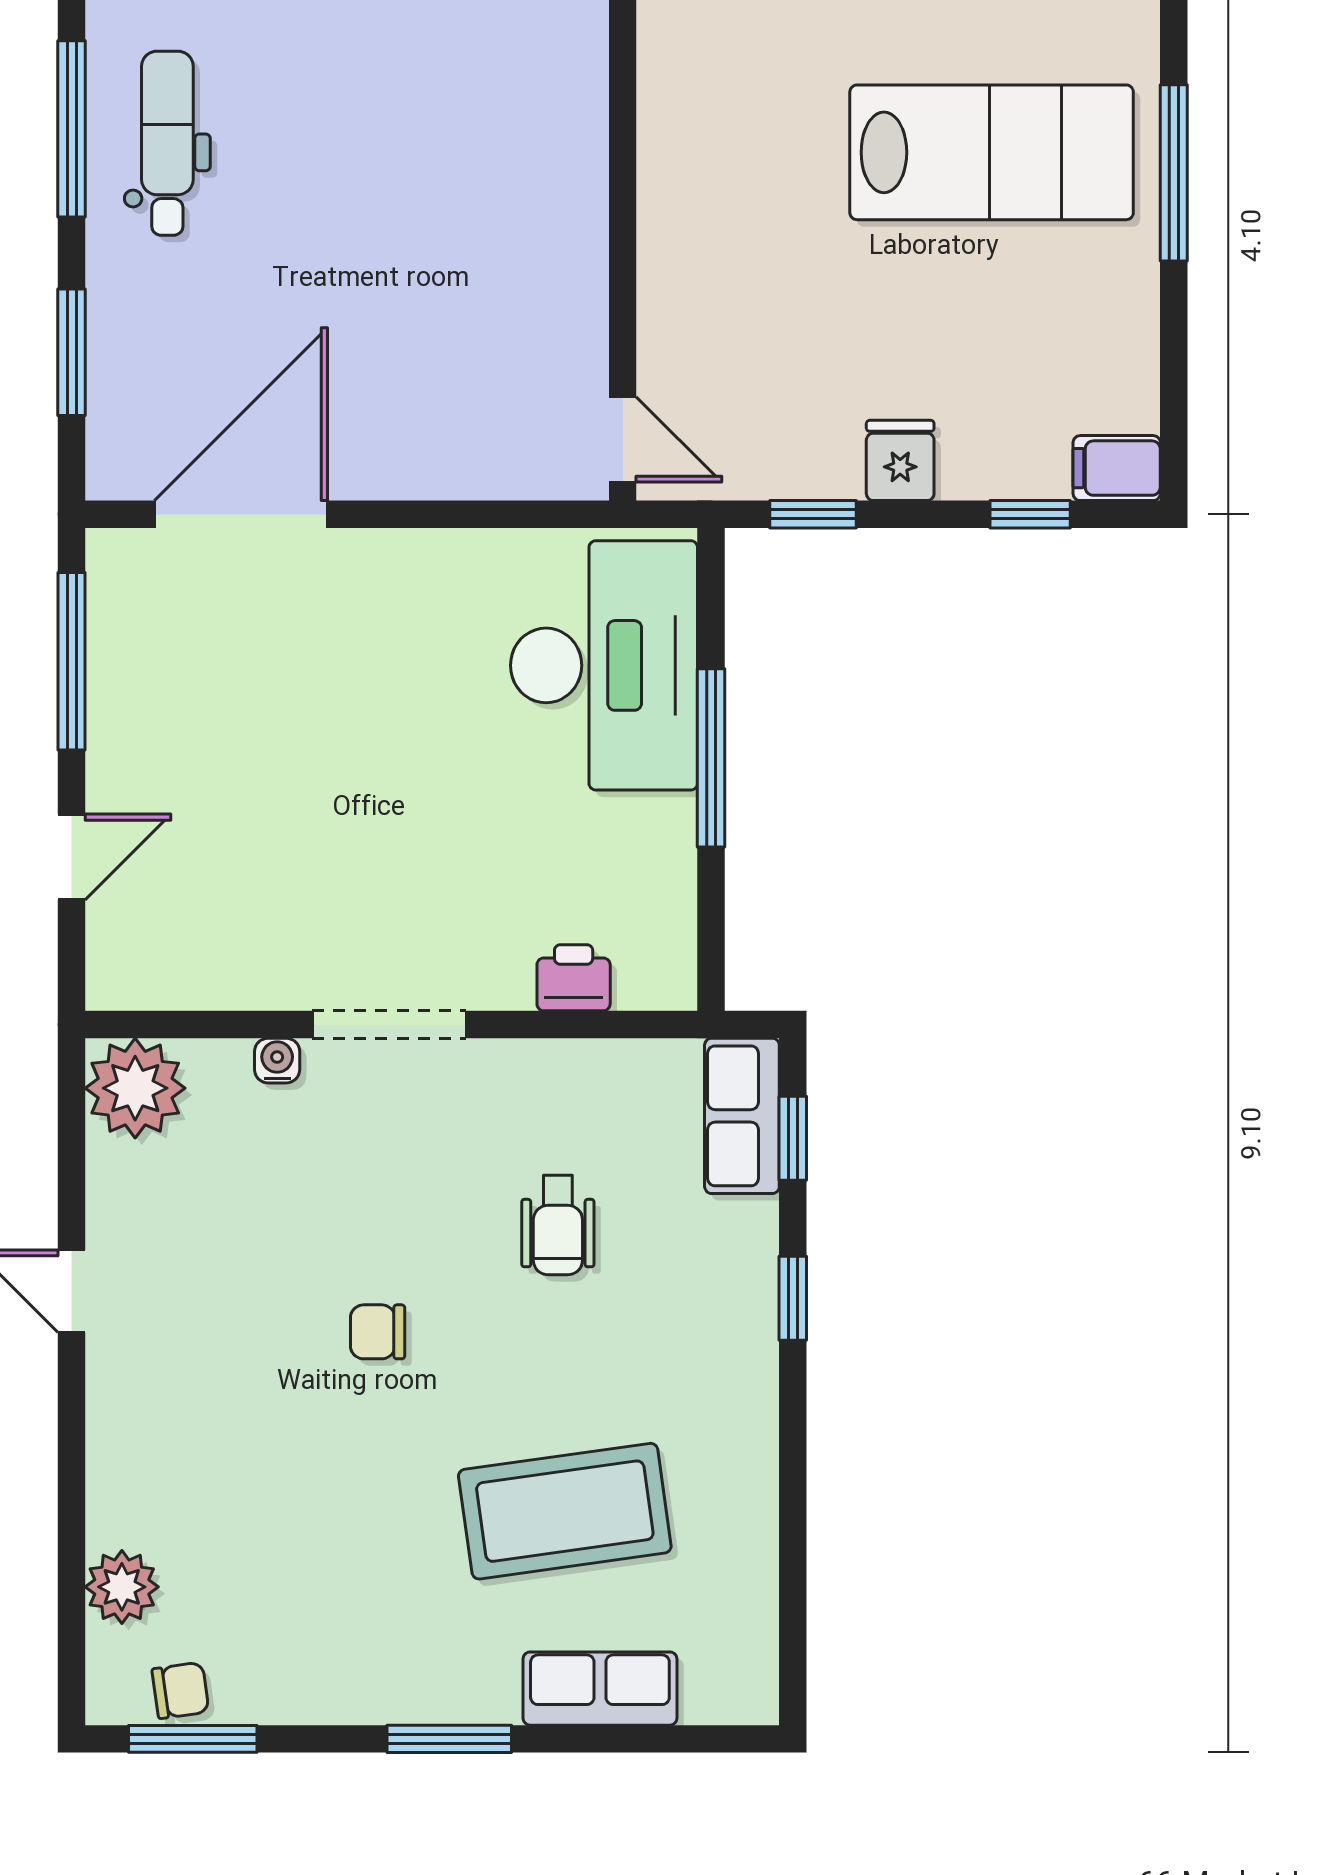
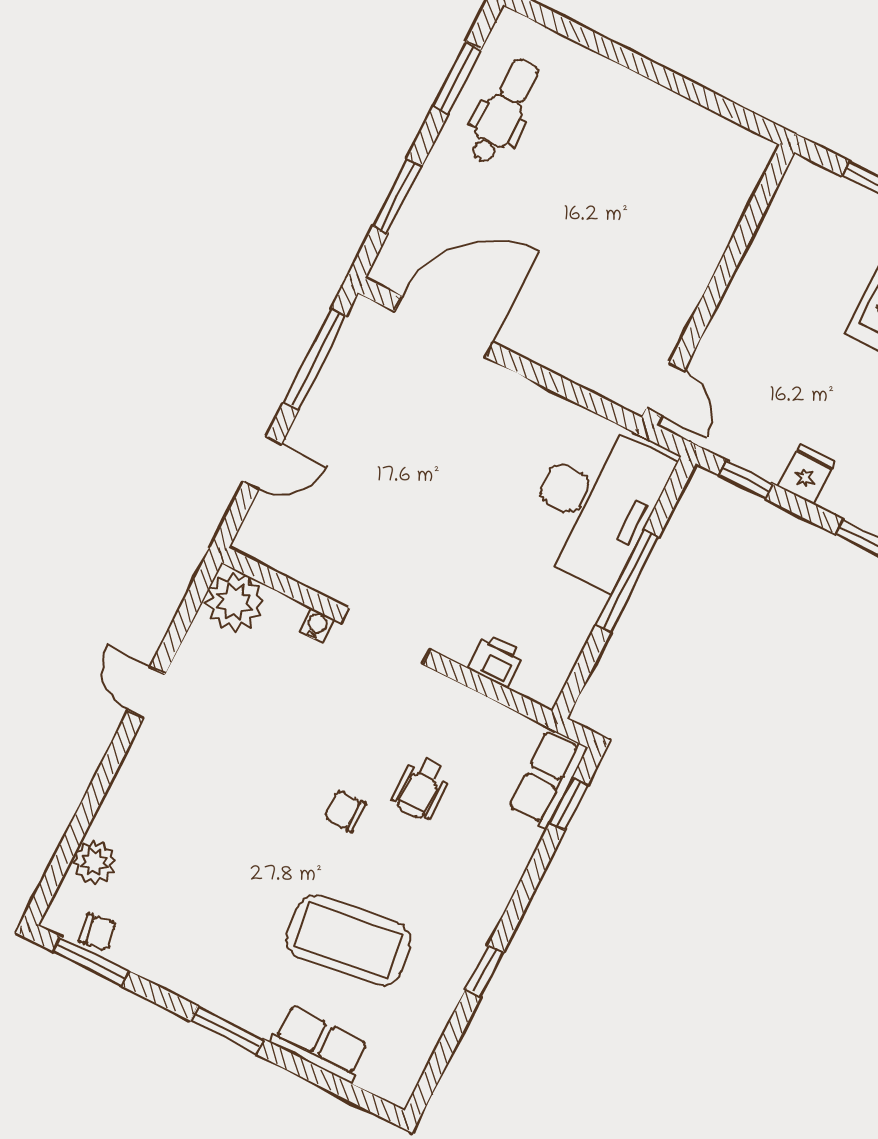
window: (72, 129) -> (457, 78), width x0.69
window: (793, 1298) -> (484, 971), moved
chair: (378, 1332) -> (345, 811), moved

